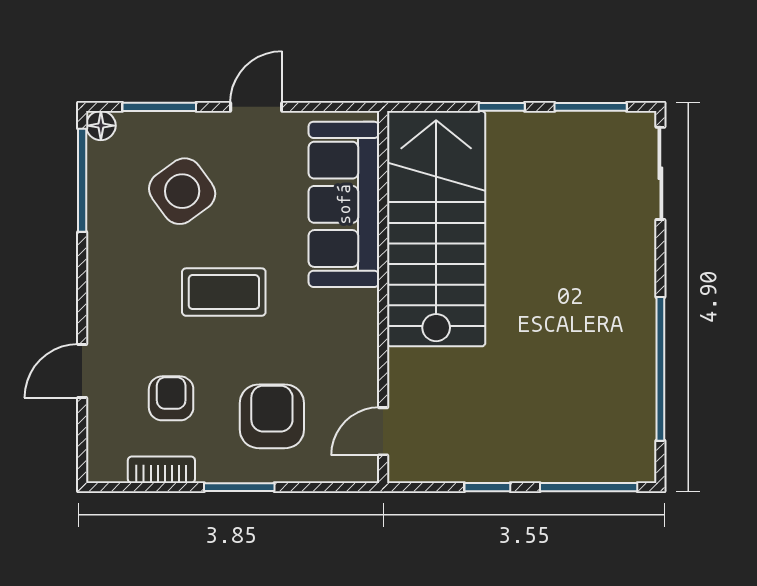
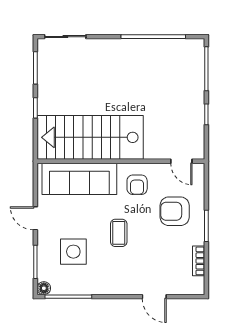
side table: (182, 191) -> (73, 252), turned 36
coffee table: (224, 292) -> (119, 233), width x0.73, depth x0.77
armchair: (171, 398) -> (137, 185), moved, turned -90

